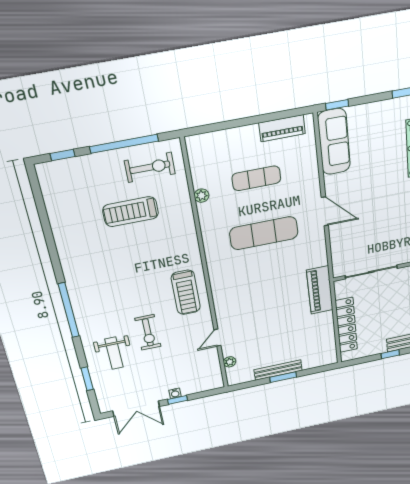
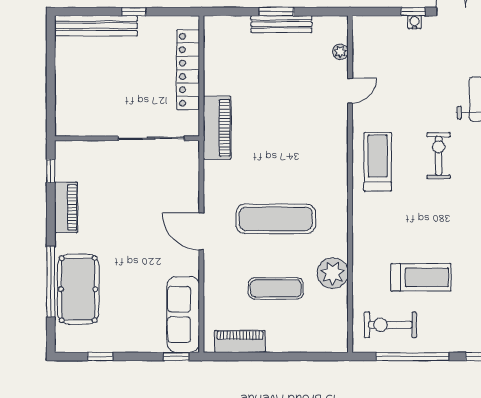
plant: (202, 196) -> (333, 273), width x1.87, depth x1.87
exercise bike: (148, 332) -> (439, 156), moved

